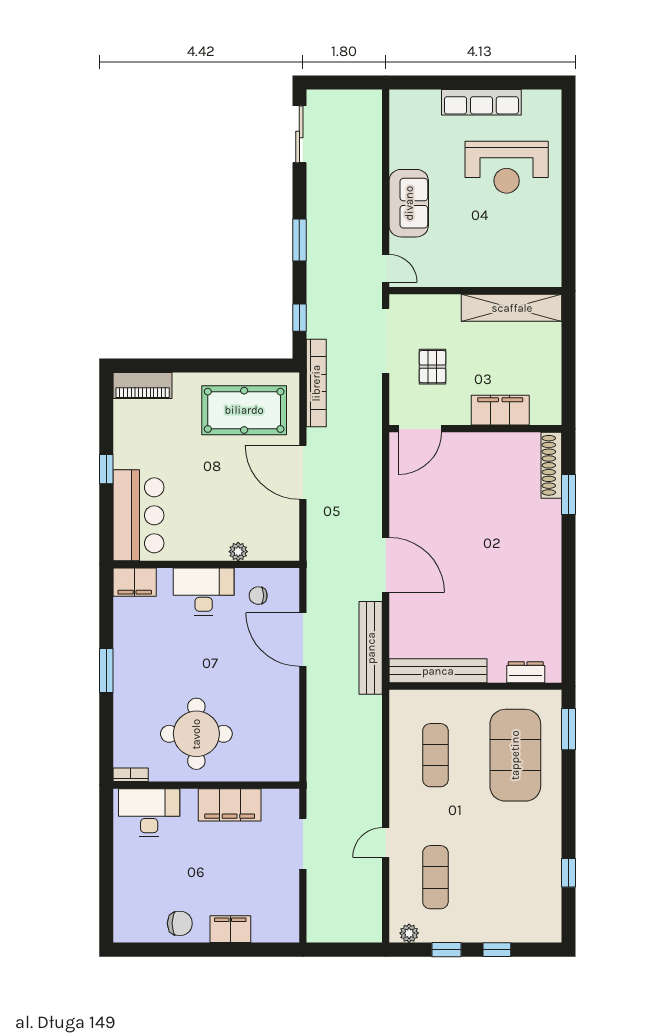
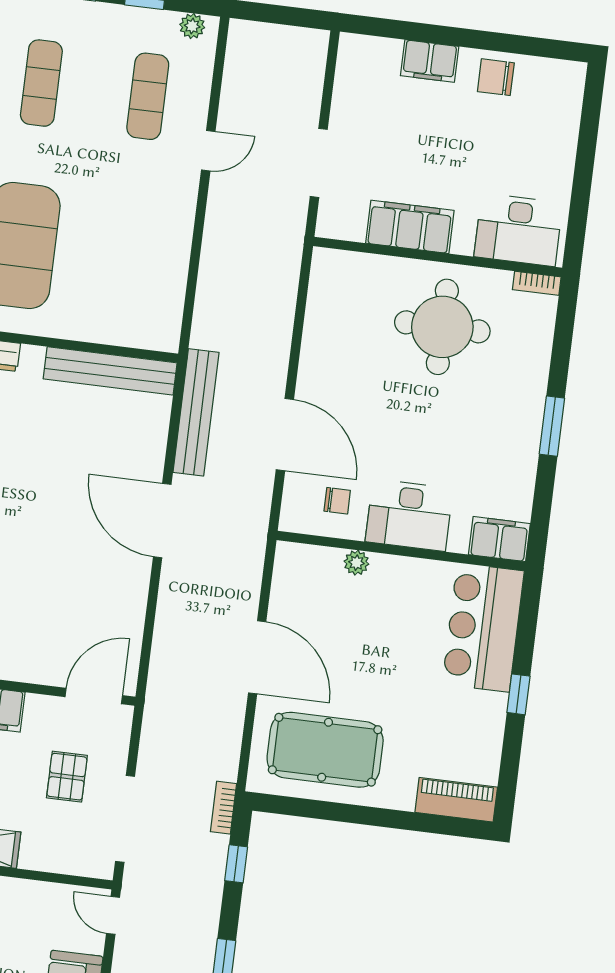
bookcase: (316, 383) -> (223, 808), width x0.43, depth x0.76
exercise mat: (435, 755) -> (41, 83), moved

